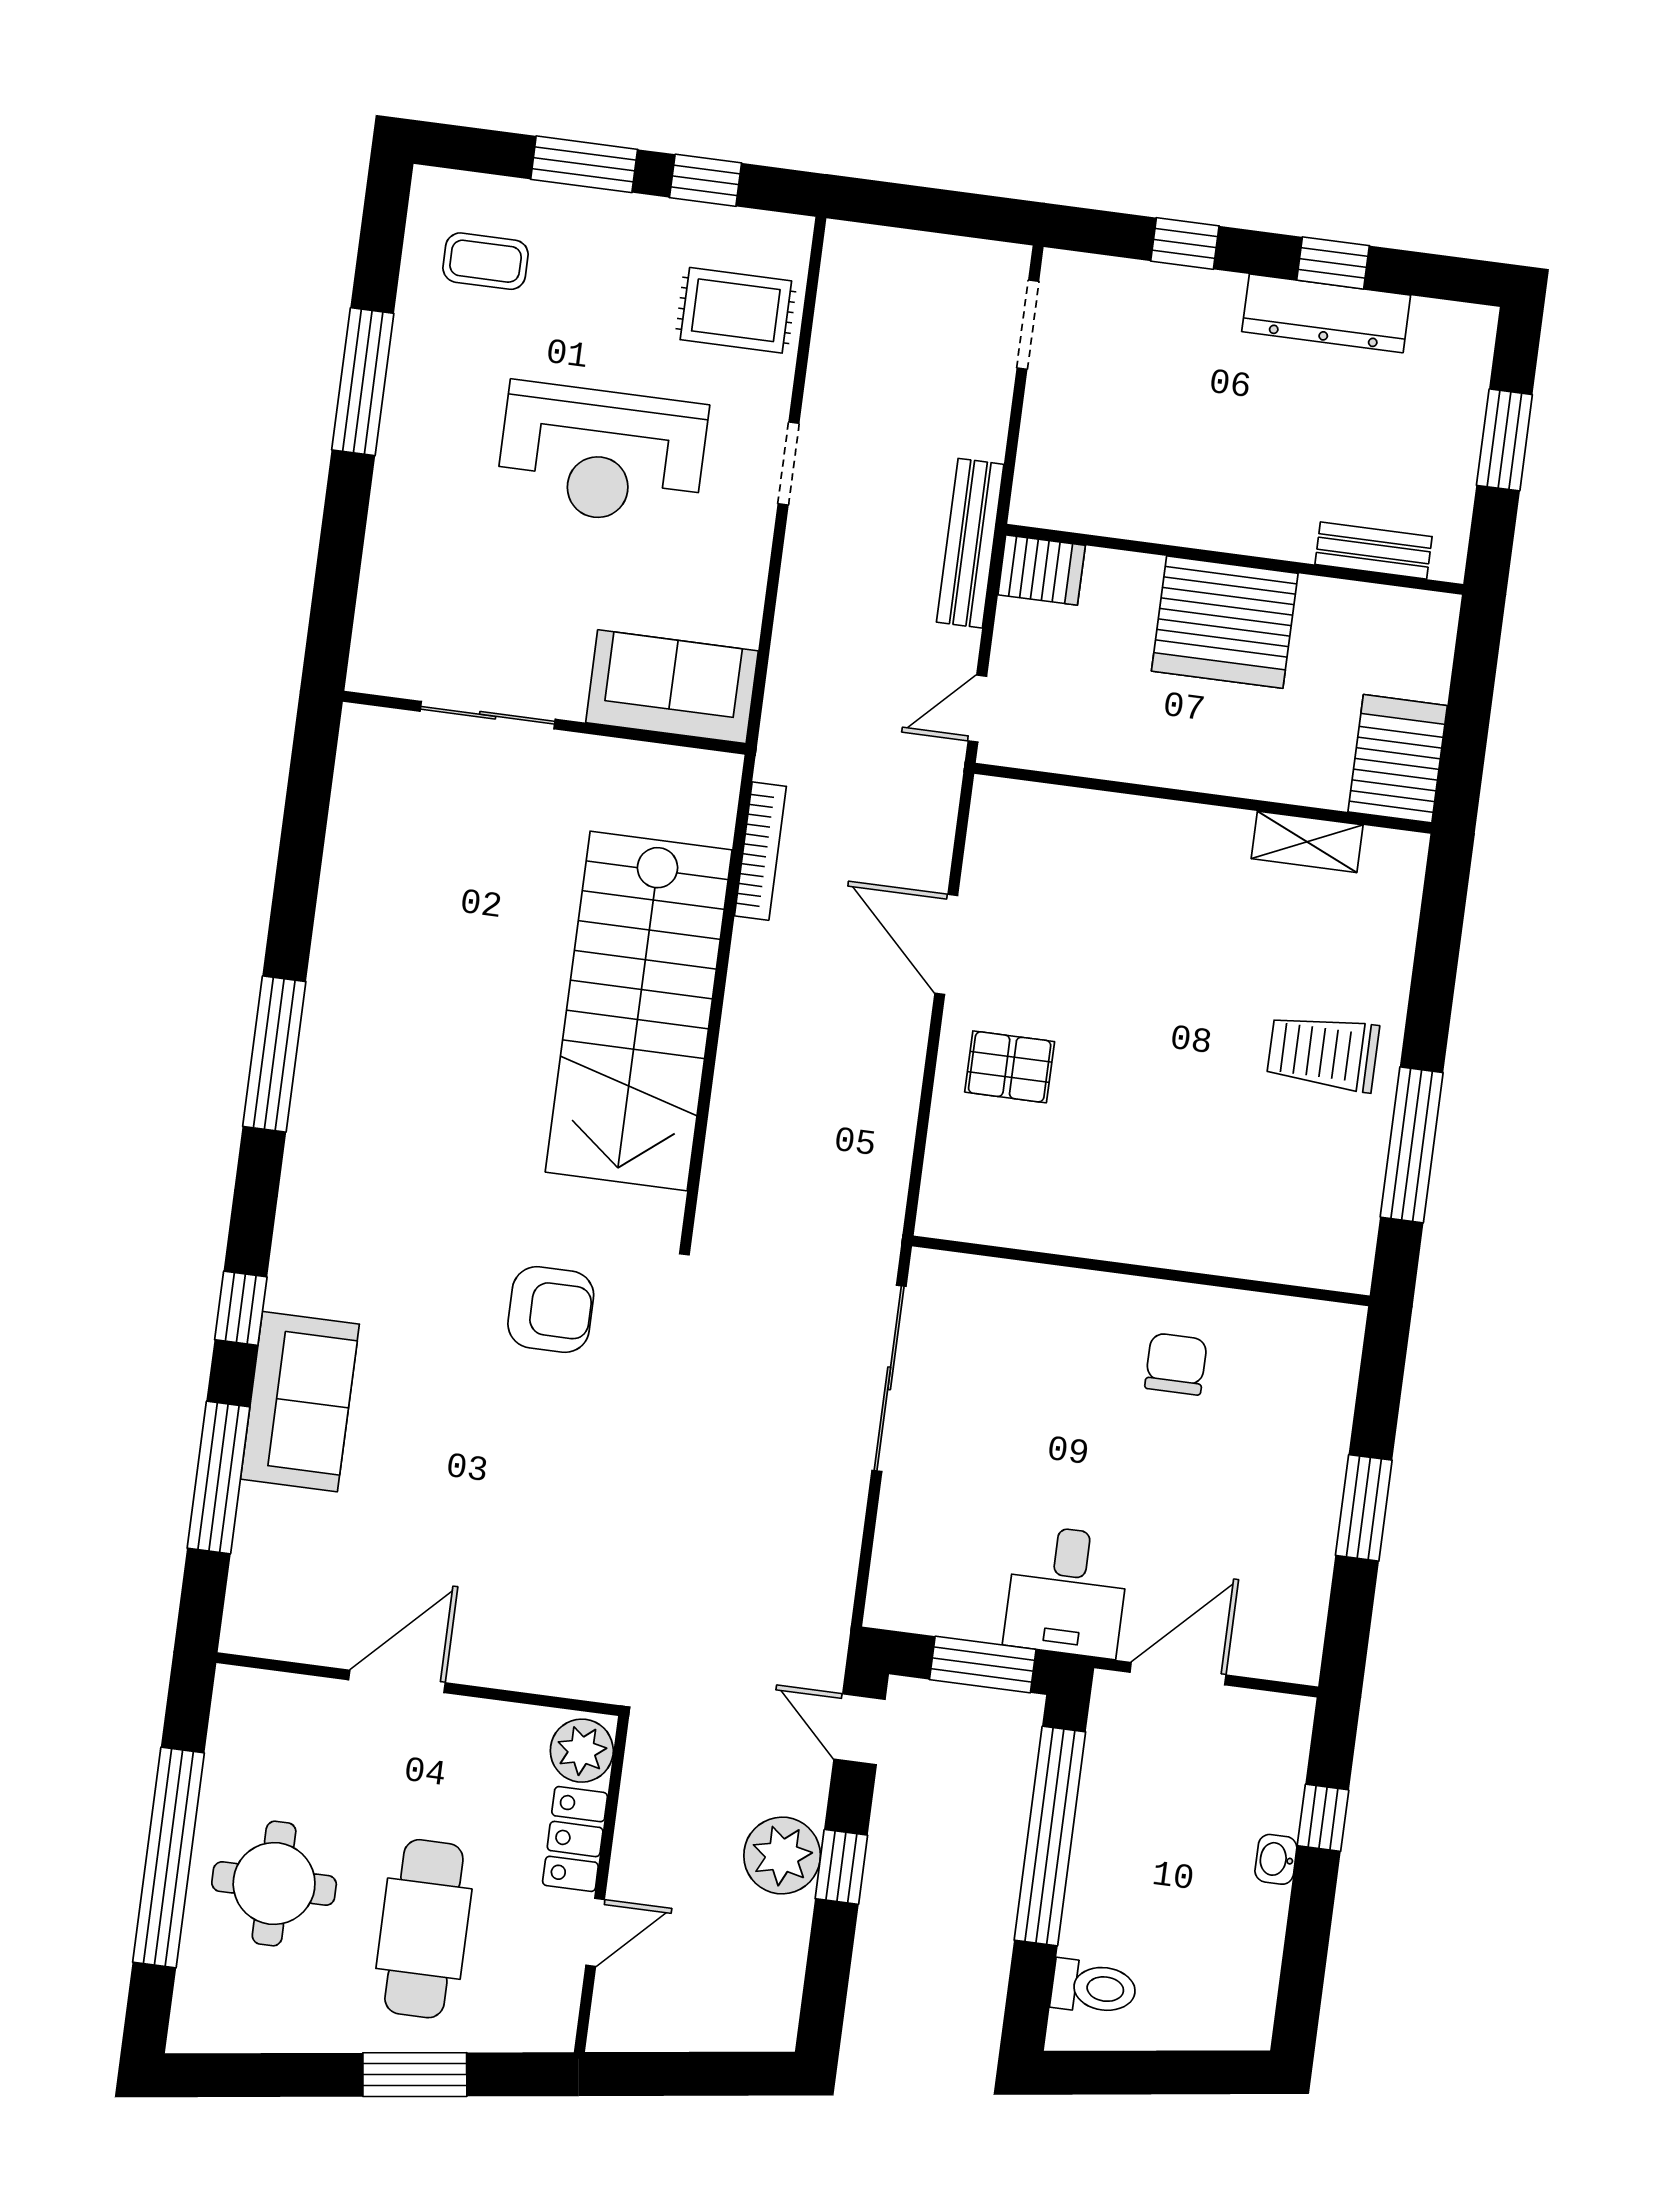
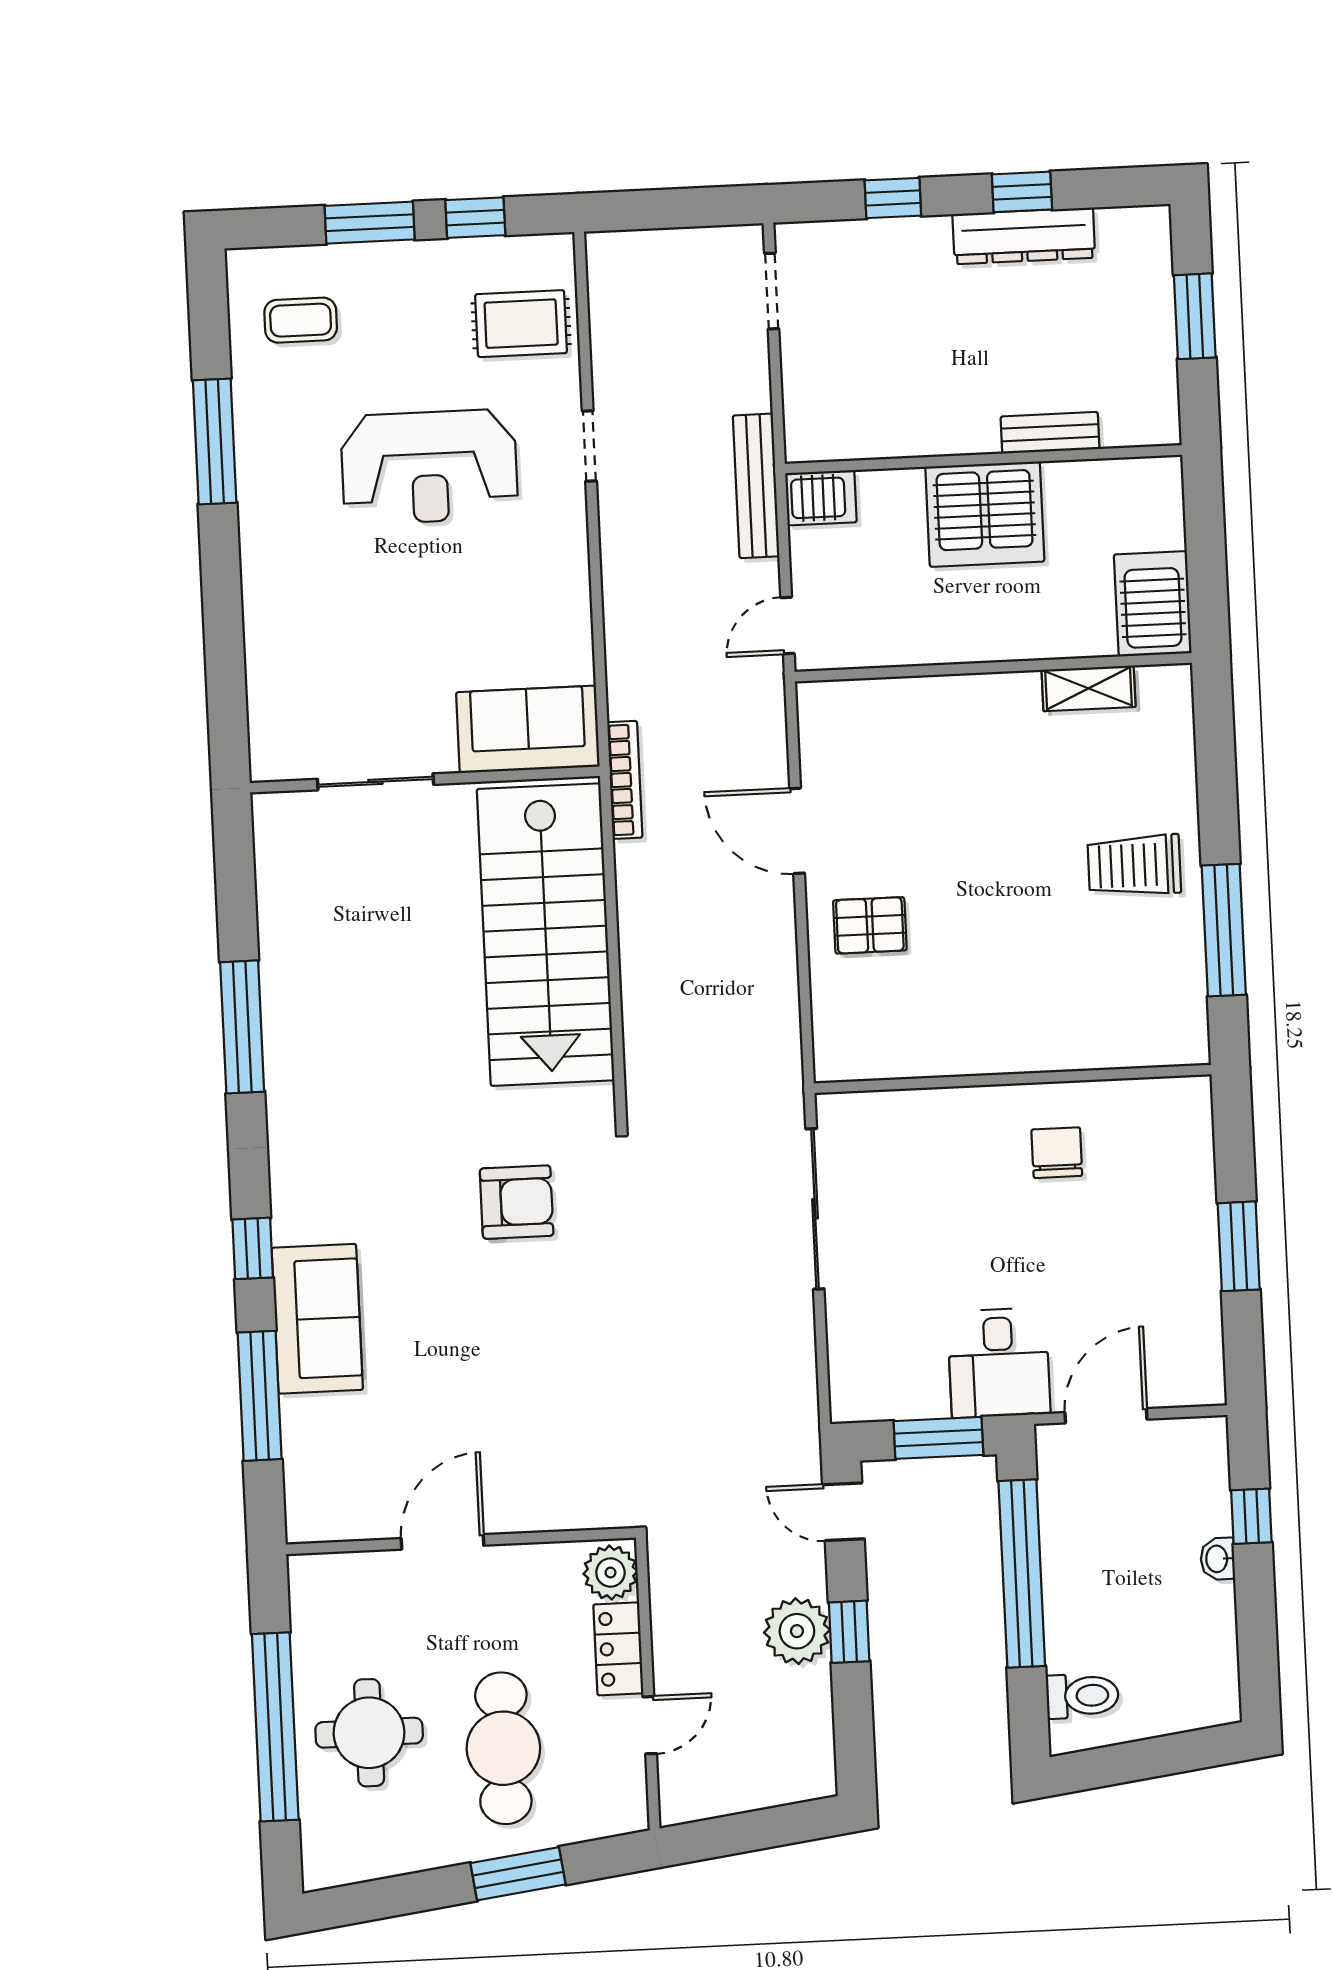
bench: (1374, 550) -> (1050, 433), moved
sofa: (672, 687) -> (528, 729), moved
sliding door: (488, 715) -> (375, 782), moved
wall: (544, 723) -> (425, 779), moved

